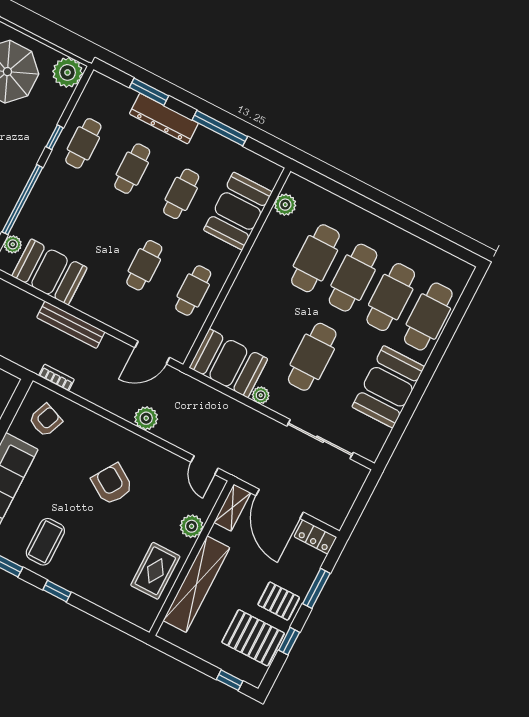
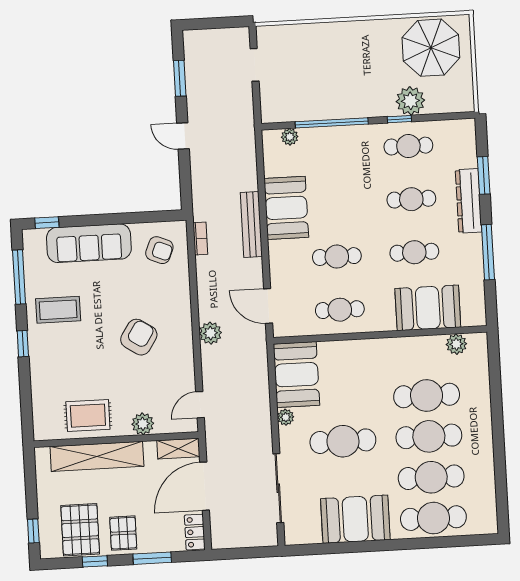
plant: (68, 72) -> (410, 101), moved
booth: (50, 272) -> (286, 208), moved

